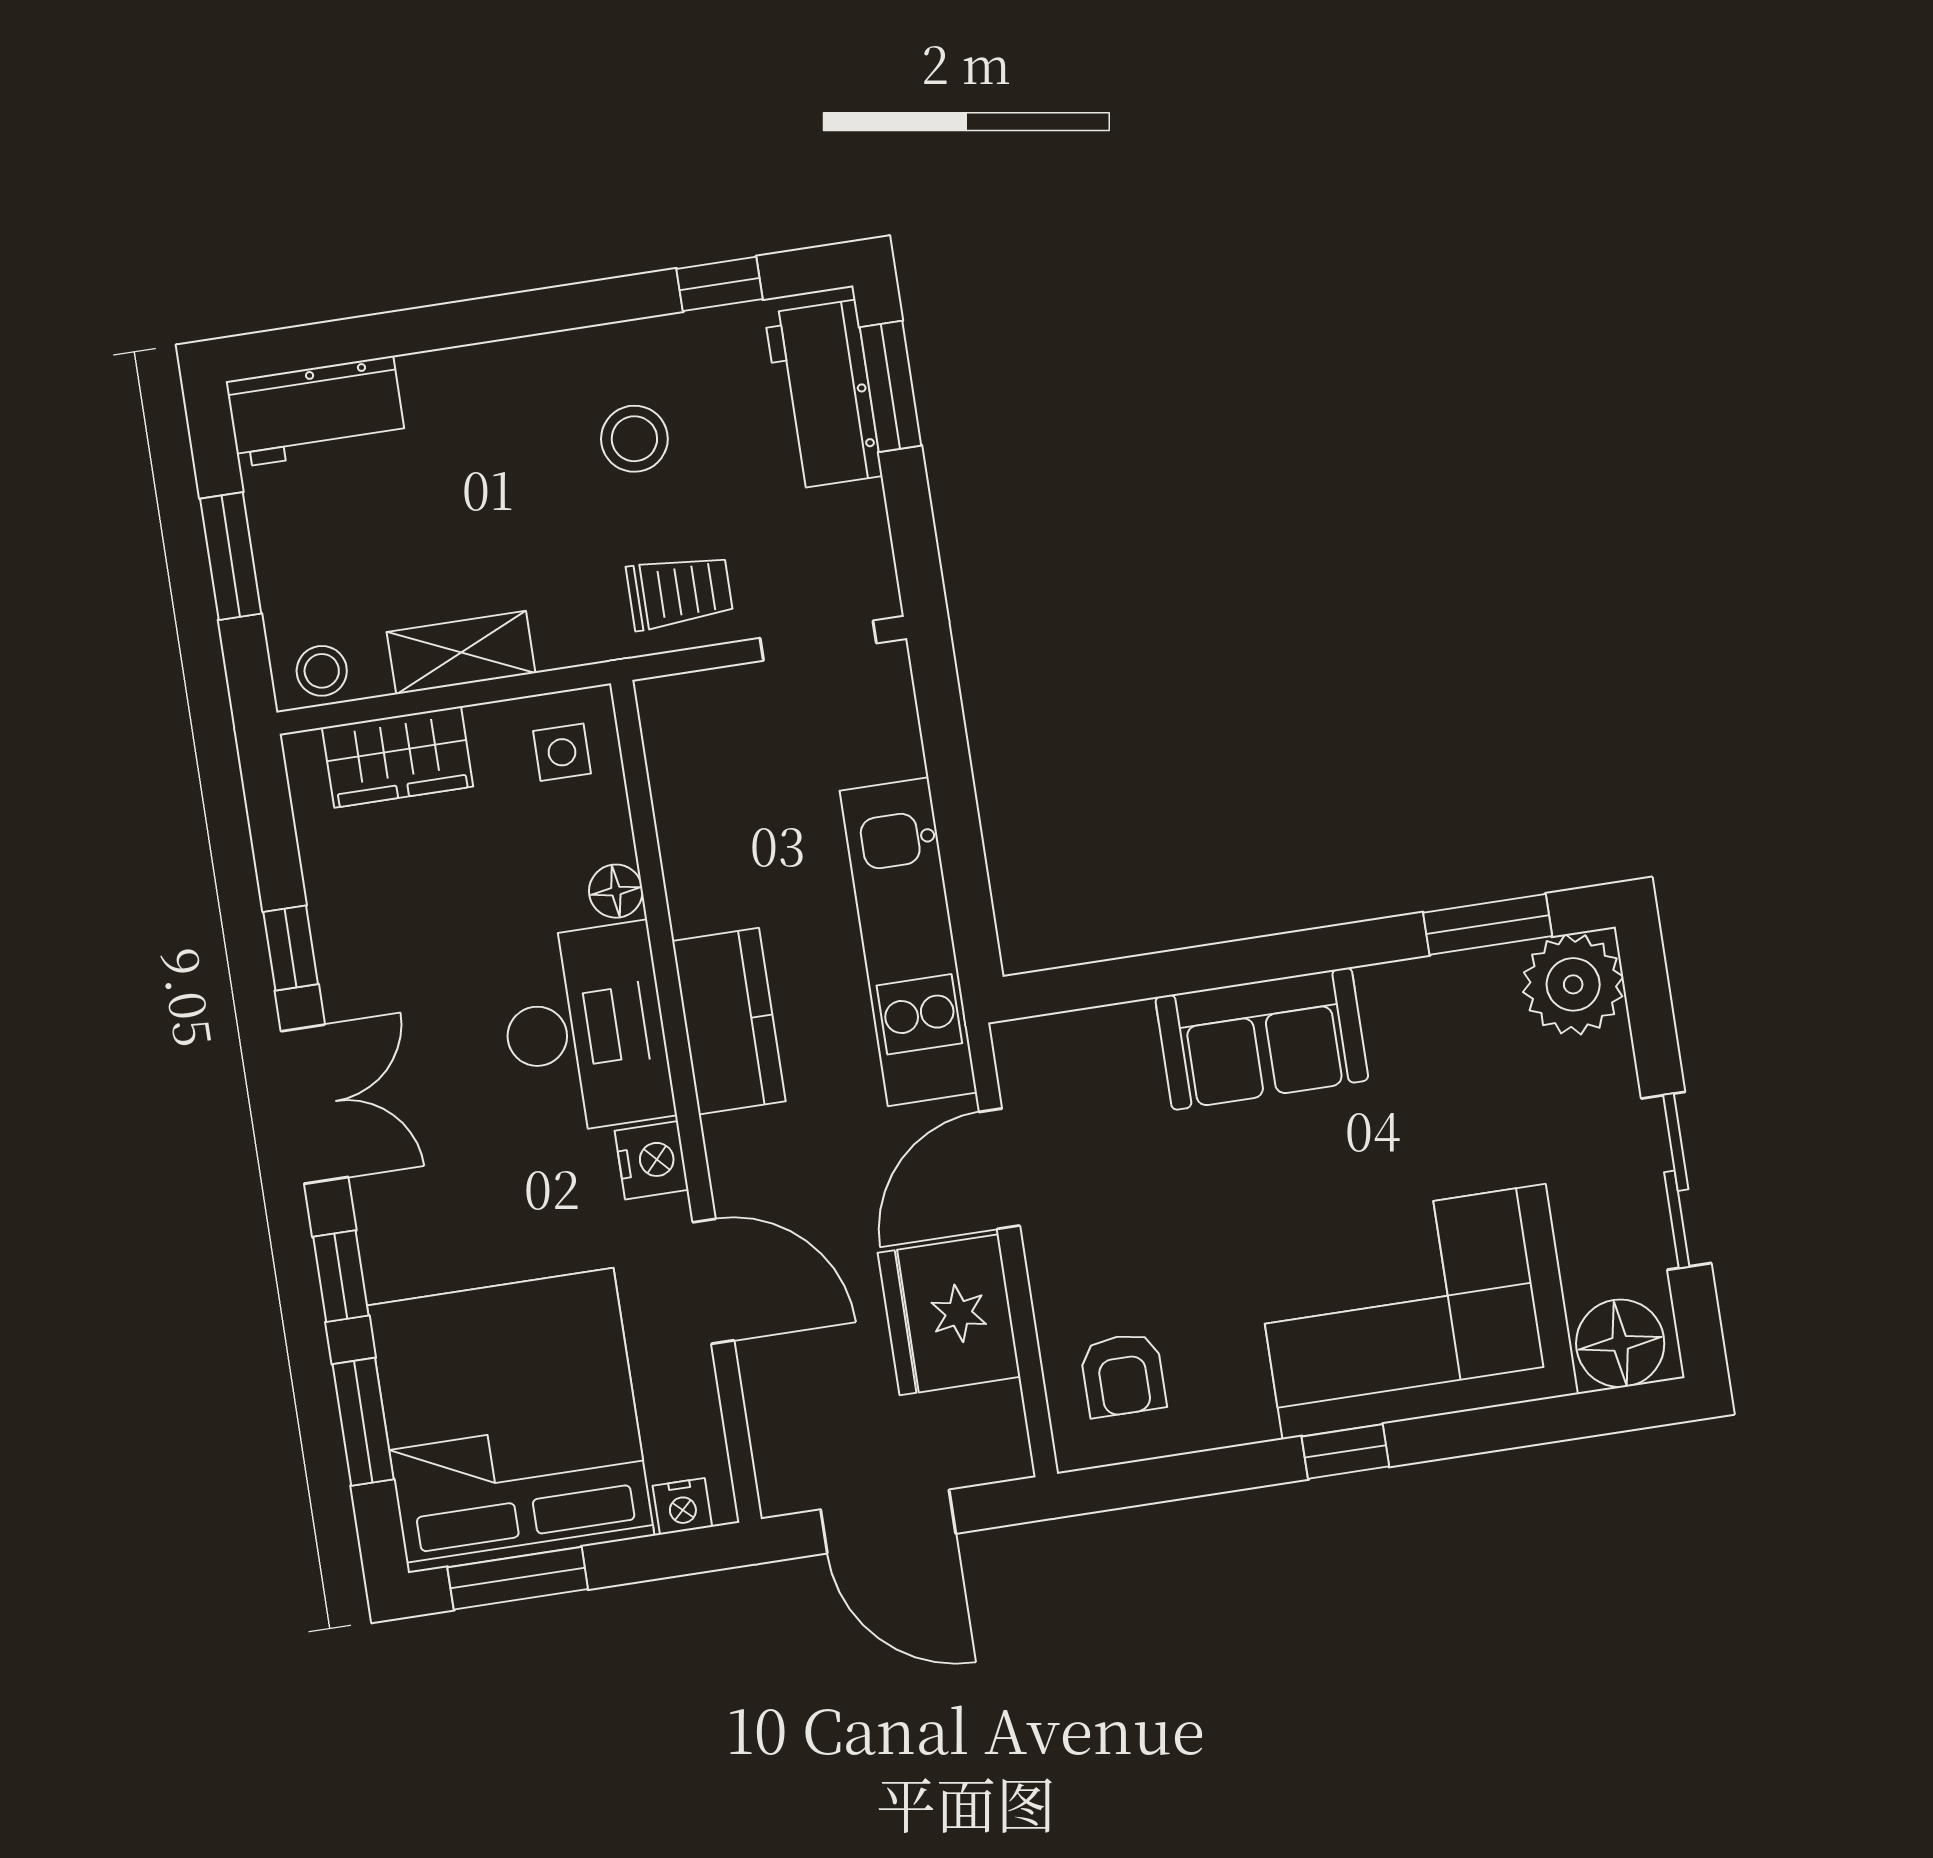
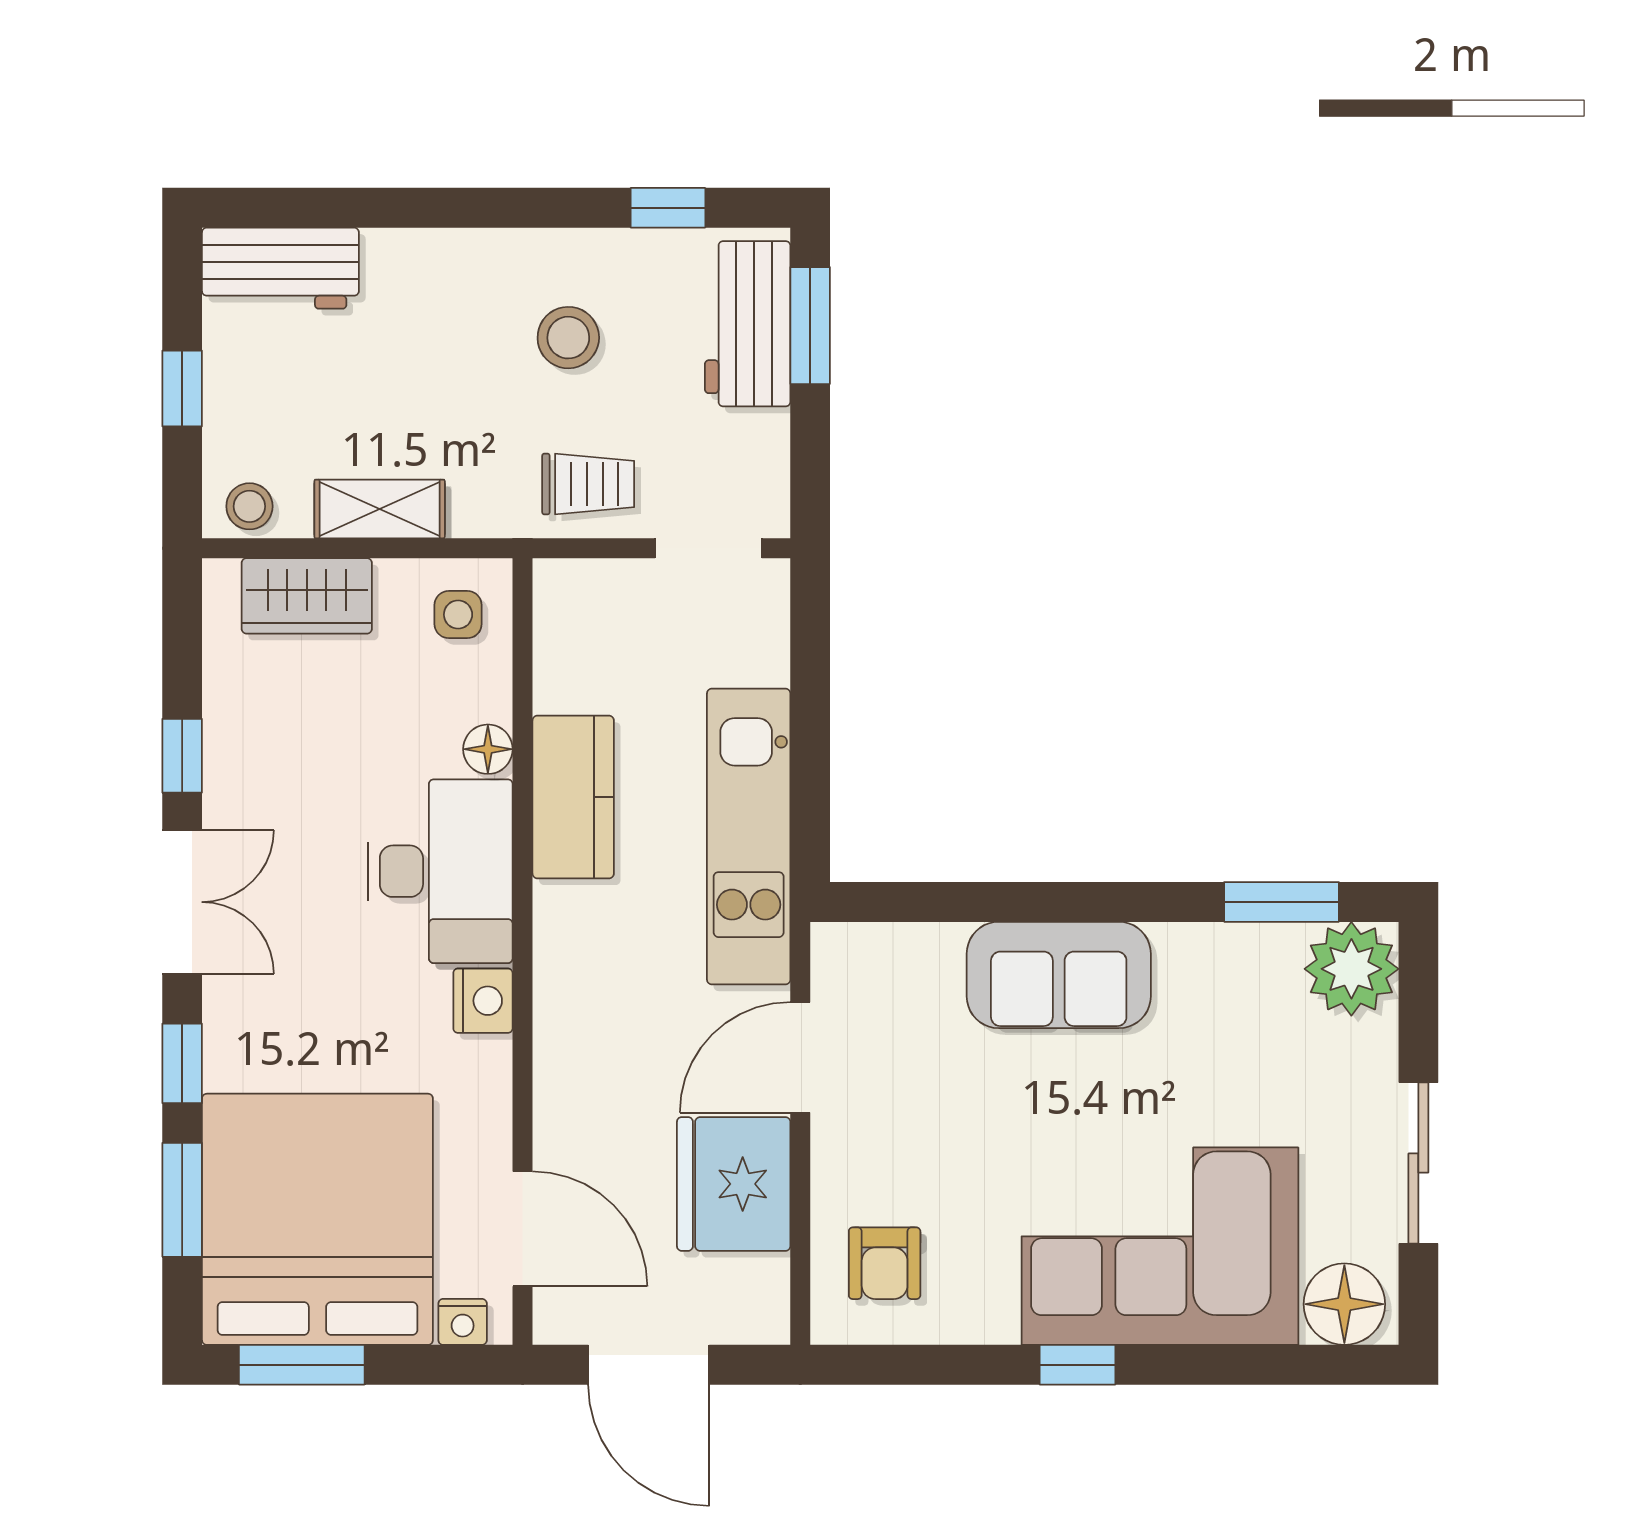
window: (231, 556) -> (182, 389), width x0.67
kitchen counter: (729, 1021) -> (573, 797), moved
door: (713, 1281) -> (523, 1229), moved

